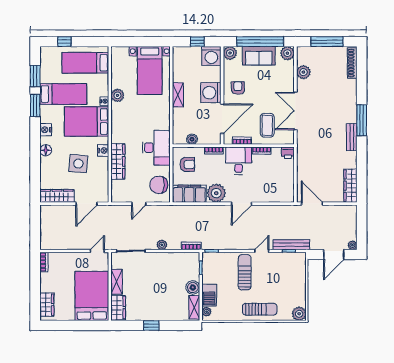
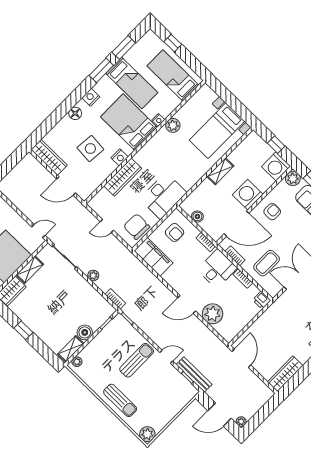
plant: (216, 193) -> (213, 314), moved
barbecue: (209, 295) -> (92, 351), removed

